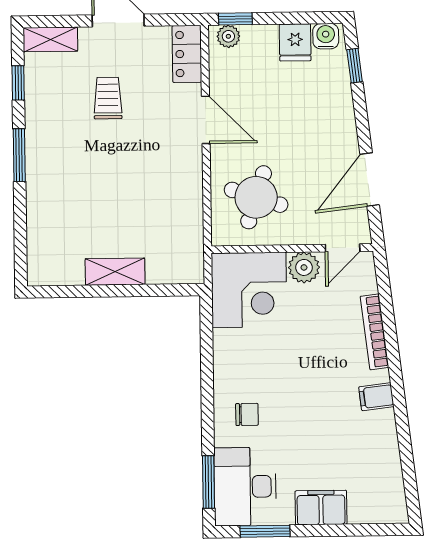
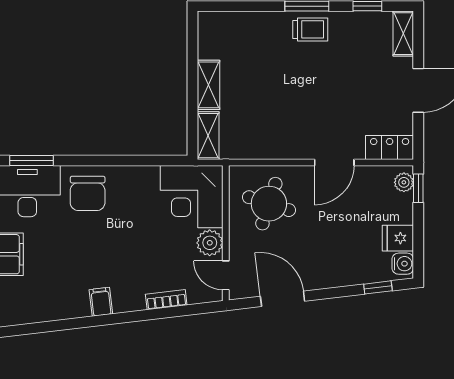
trolley: (108, 98) -> (310, 29), moved
shelving: (176, 271) -> (208, 136), added
bookcase: (375, 332) -> (166, 300), width x0.64
chair: (247, 414) -> (88, 193), width x1.87, depth x1.87

